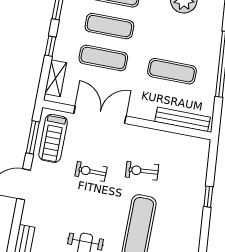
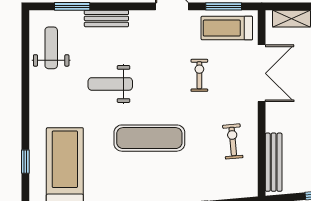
exercise bike: (142, 171) -> (233, 141), moved

